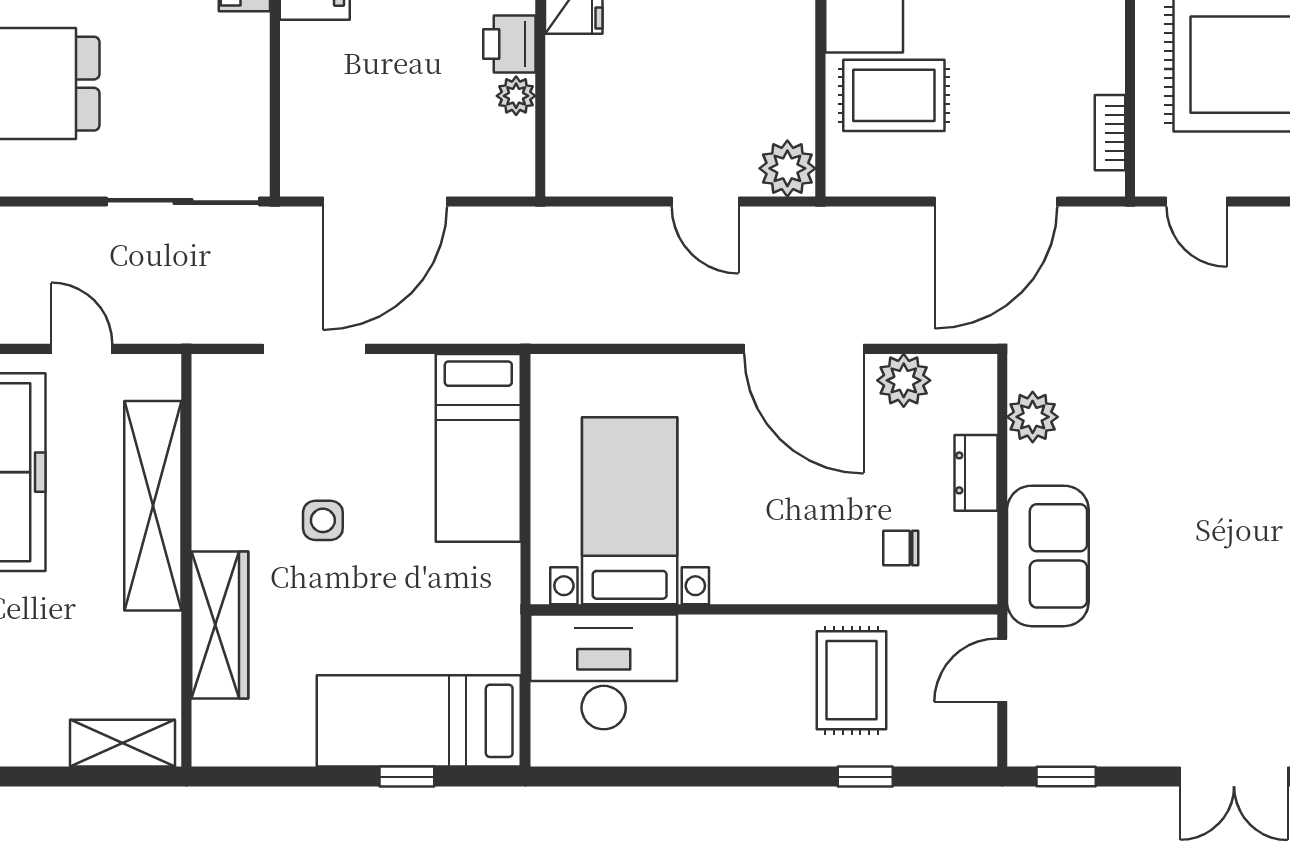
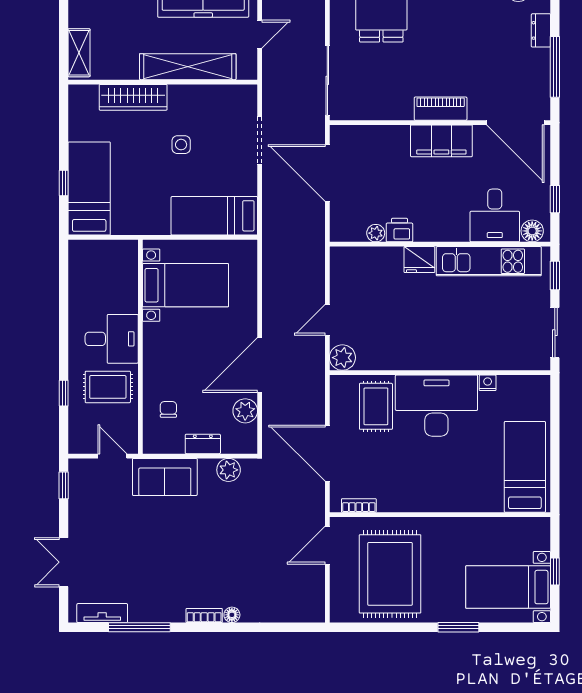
door: (1197, 201) -> (327, 545), width x1.37
desk: (604, 672) -> (112, 339), moved, width x0.73

